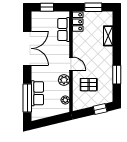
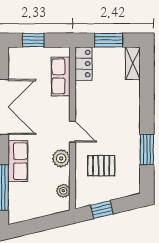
shelving: (108, 36) -> (133, 63), moved
row of seats: (37, 93) -> (18, 161), moved
window: (100, 109) -> (102, 209), moved

